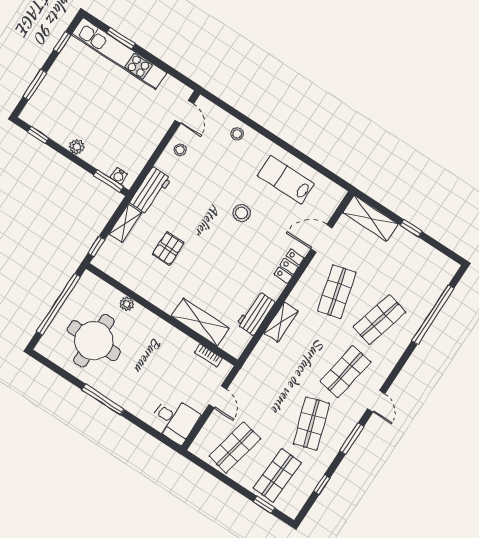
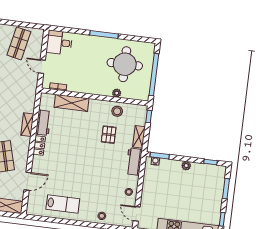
stool: (242, 213) -> (117, 111), moved
locker: (289, 266) -> (39, 146), moved

